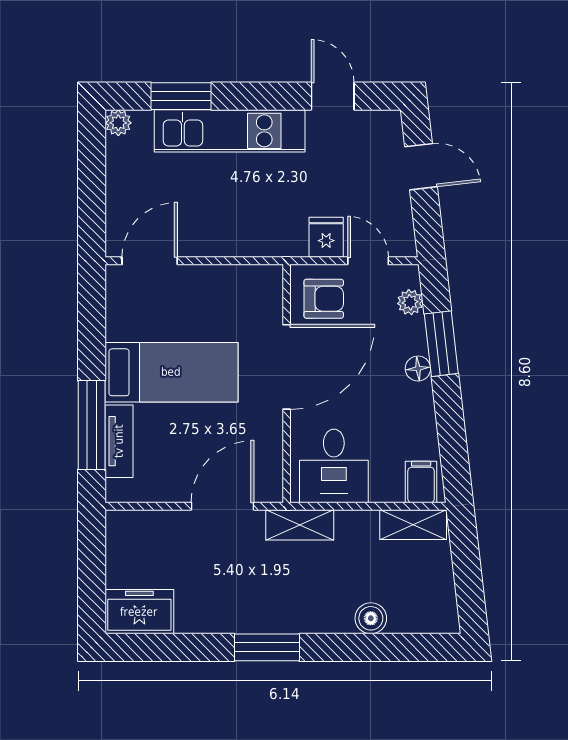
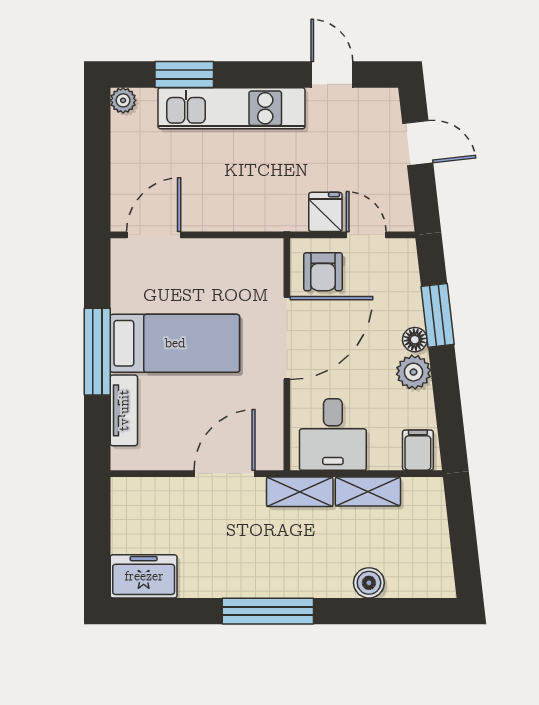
armchair: (324, 299) -> (323, 272), turned 90
plant: (410, 302) -> (413, 372), moved, width x1.38, depth x1.38
window: (92, 425) -> (97, 352), moved
shelving: (413, 525) -> (368, 492), moved
window: (267, 647) -> (268, 611), width x1.44

